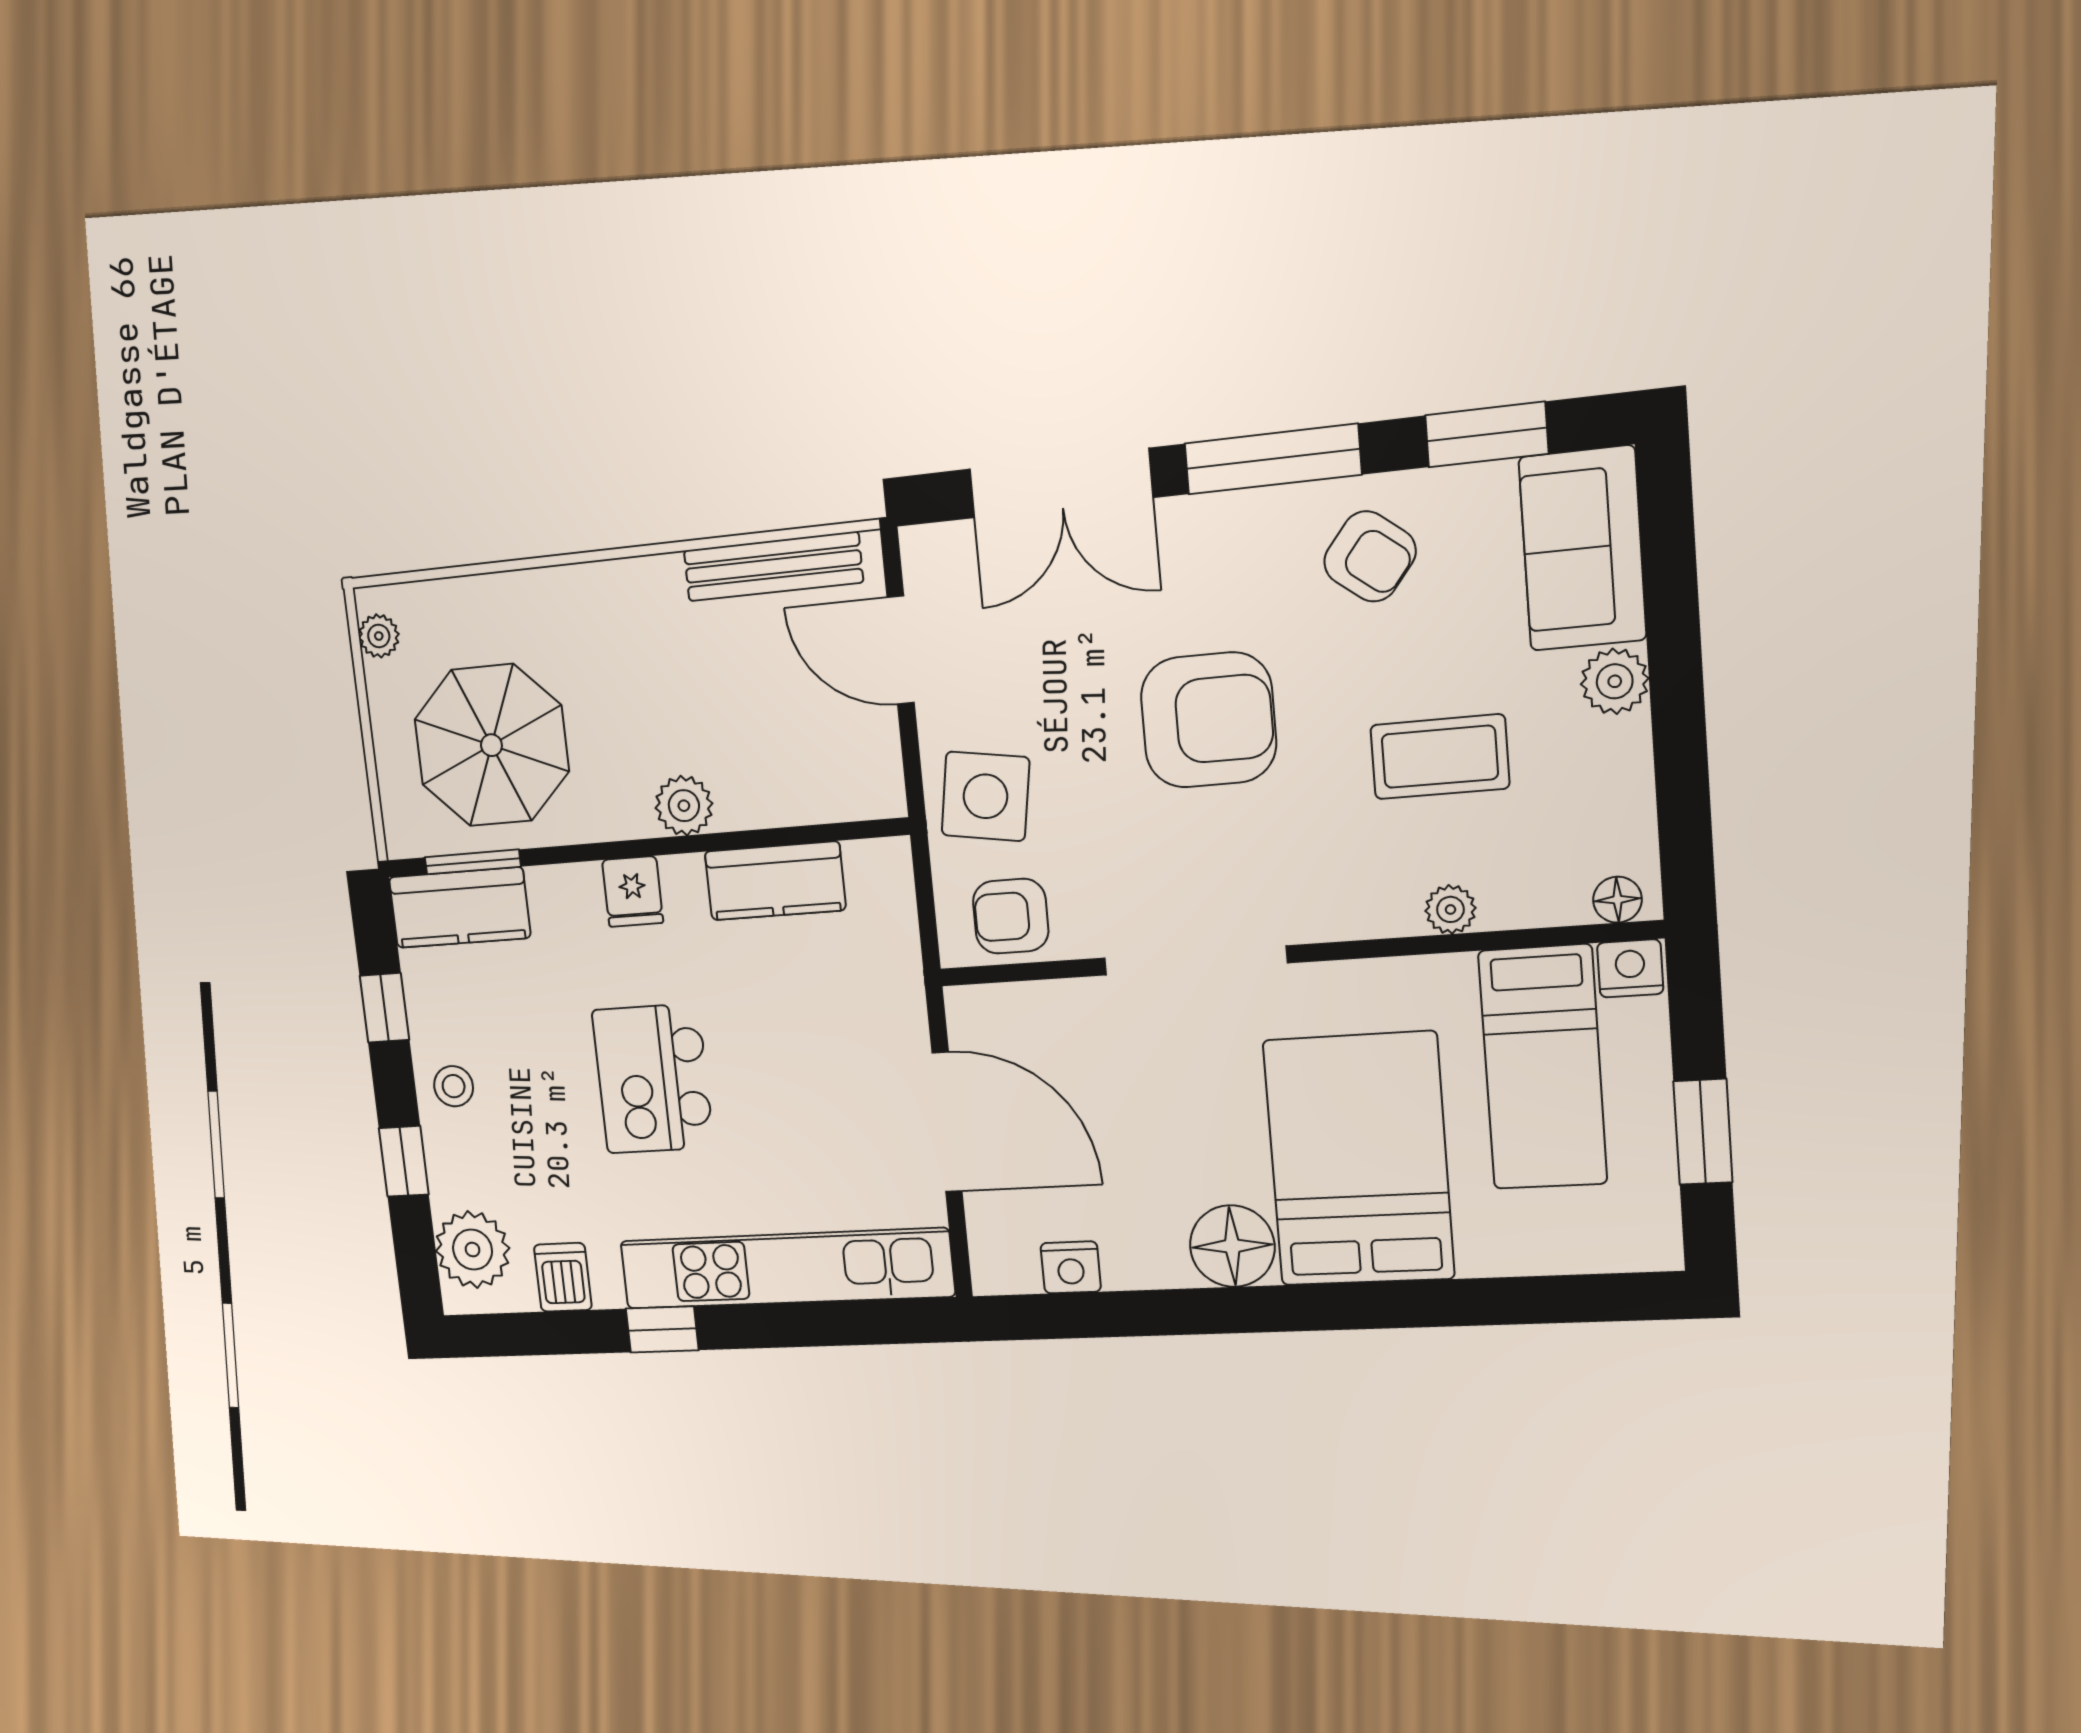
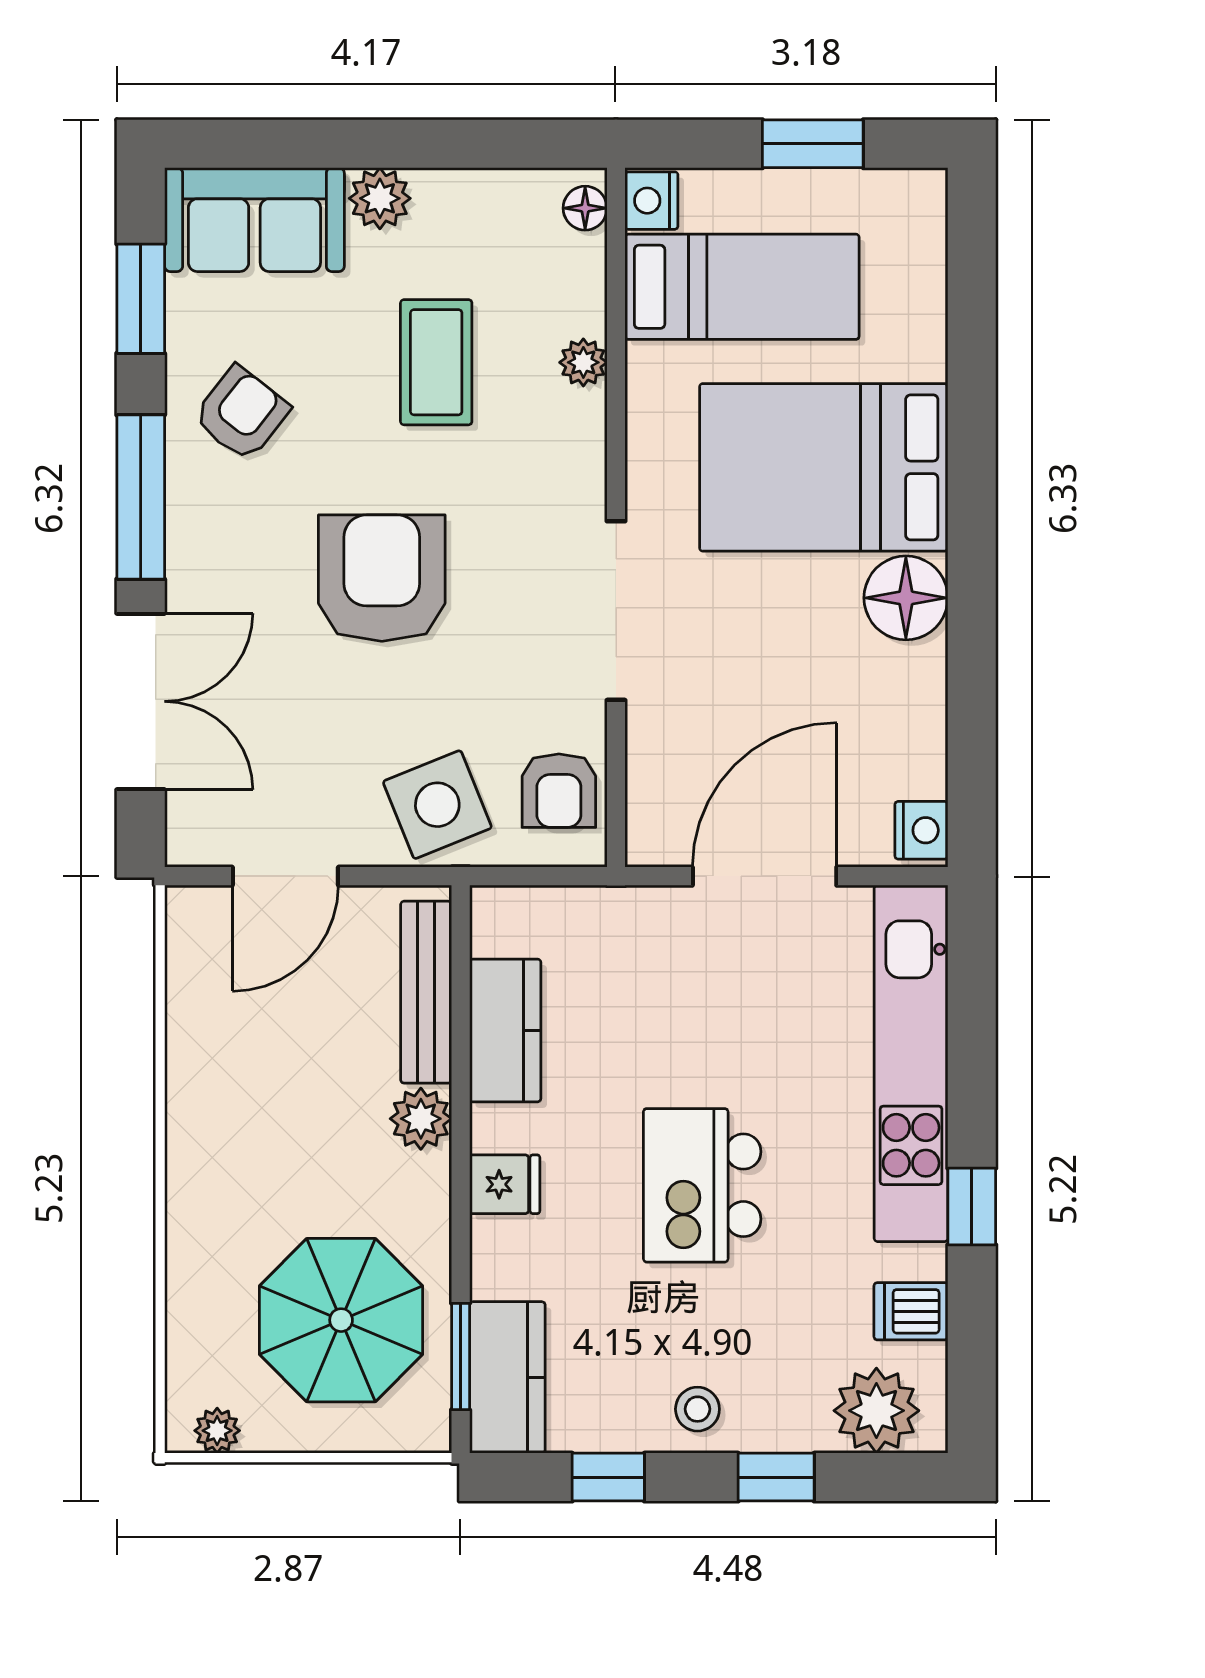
bench: (773, 566) -> (426, 992), moved
side table: (985, 796) -> (437, 805), turned -31
kitchen island: (653, 1079) -> (702, 1185), turned 90
nightstand: (1071, 1267) -> (921, 830), moved

